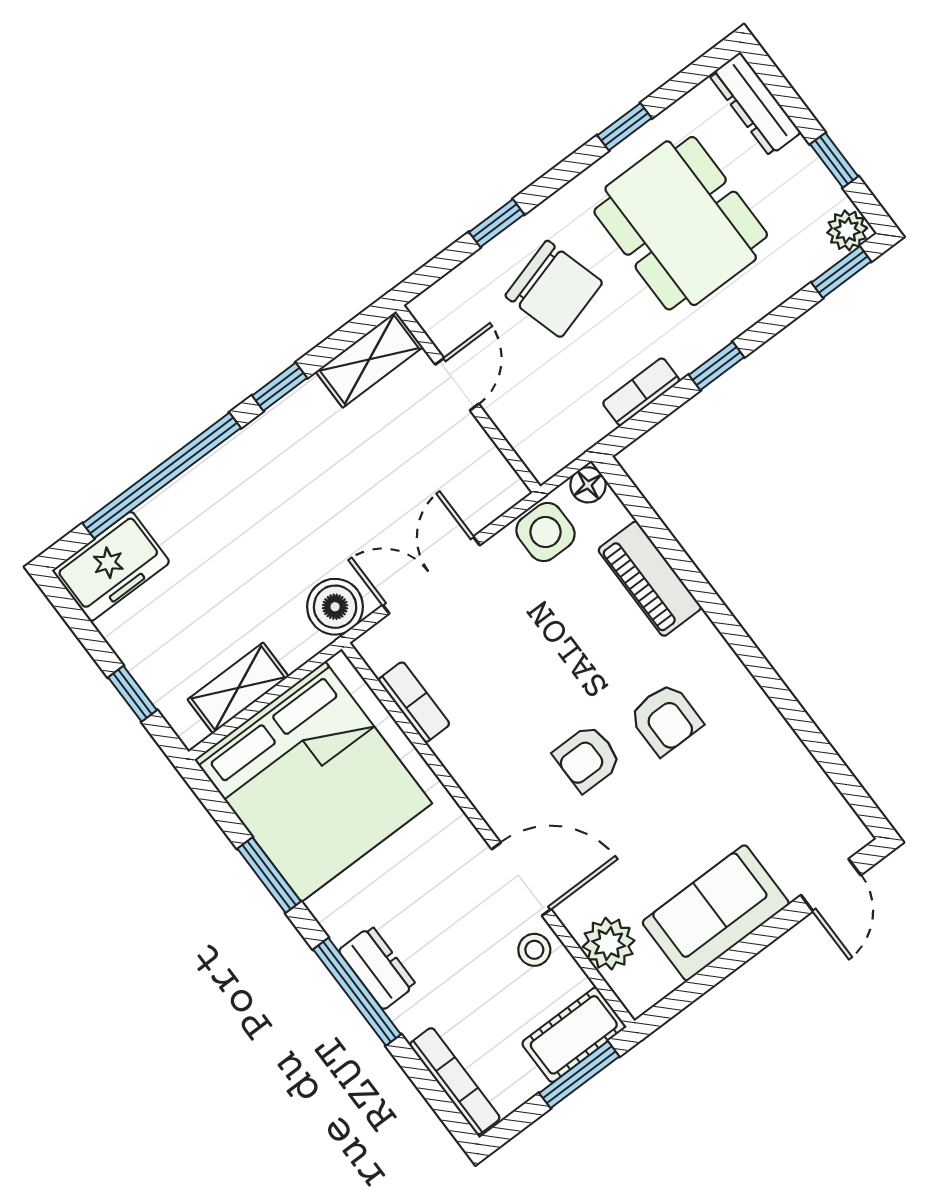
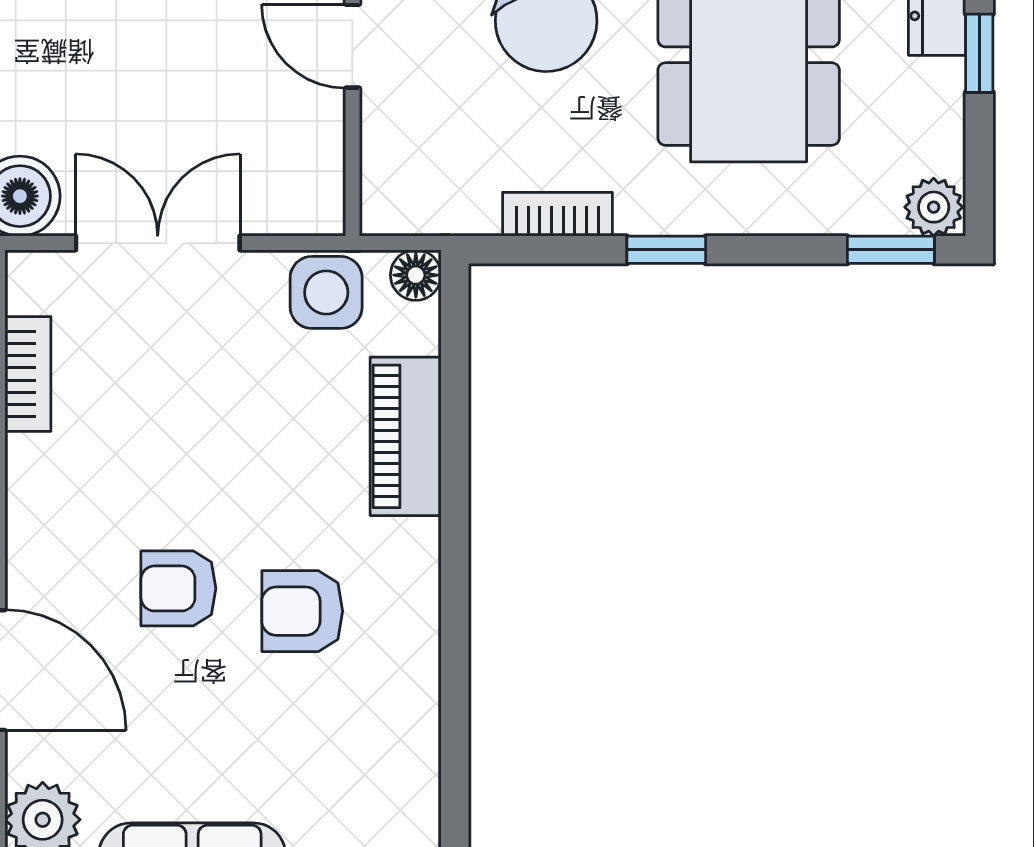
window: (834, 160) -> (979, 53), moved
door: (457, 384) -> (352, 46), swing flipped
armchair: (666, 719) -> (302, 611), turned 90

